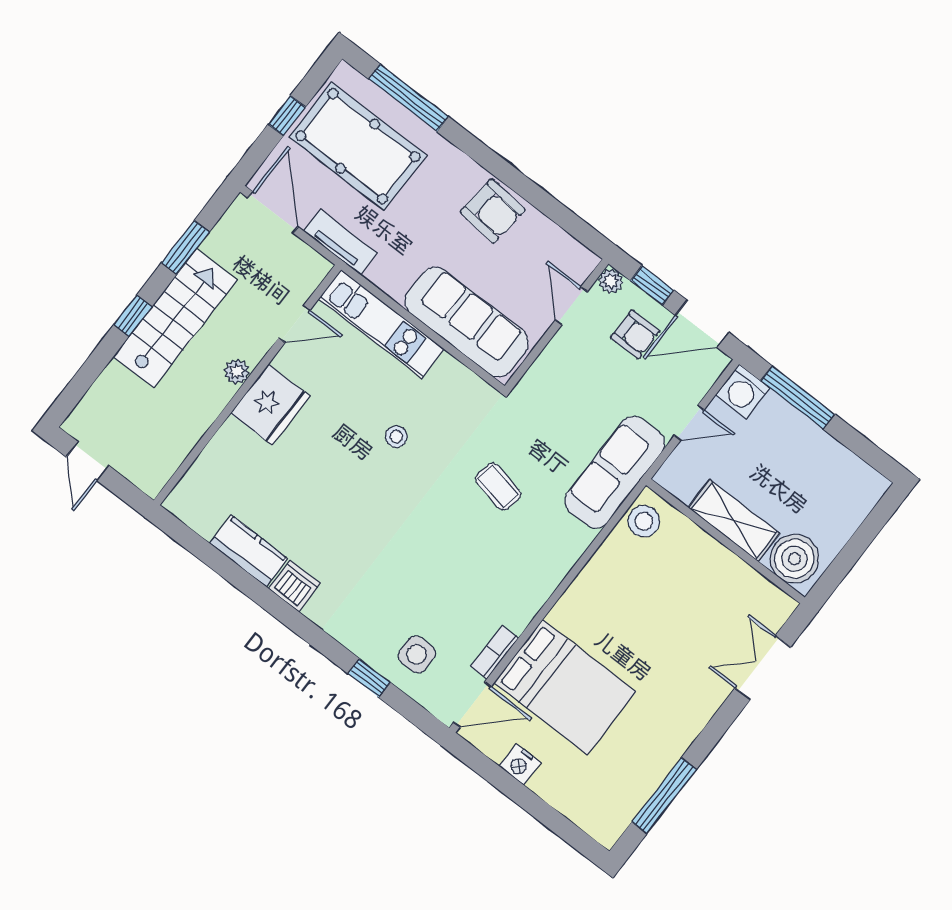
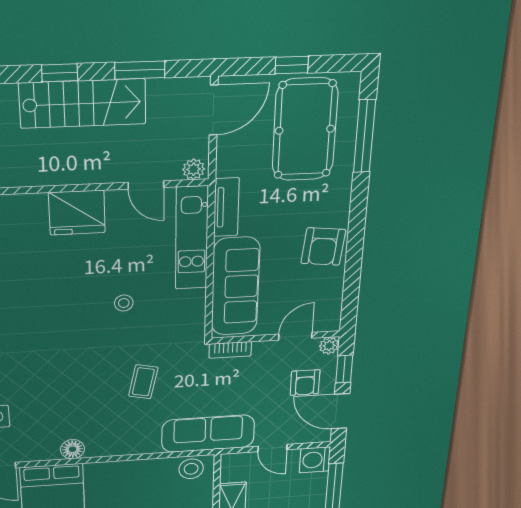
tv unit: (340, 242) -> (226, 207), moved
plant: (237, 372) -> (194, 169), moved
floor lamp: (517, 615) -> (73, 449), added
bookcase: (495, 652) -> (230, 350), moved, turned 180

